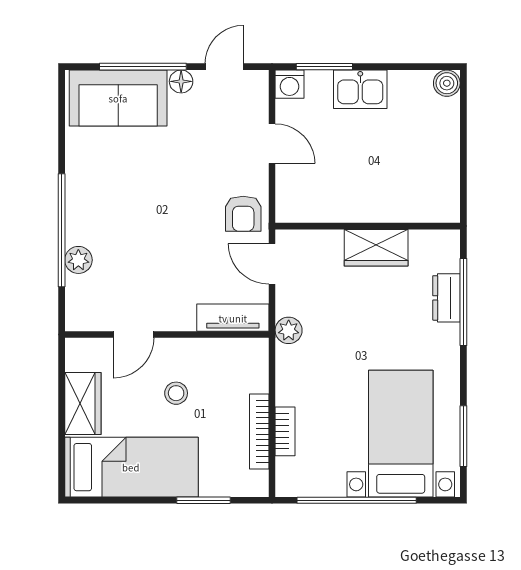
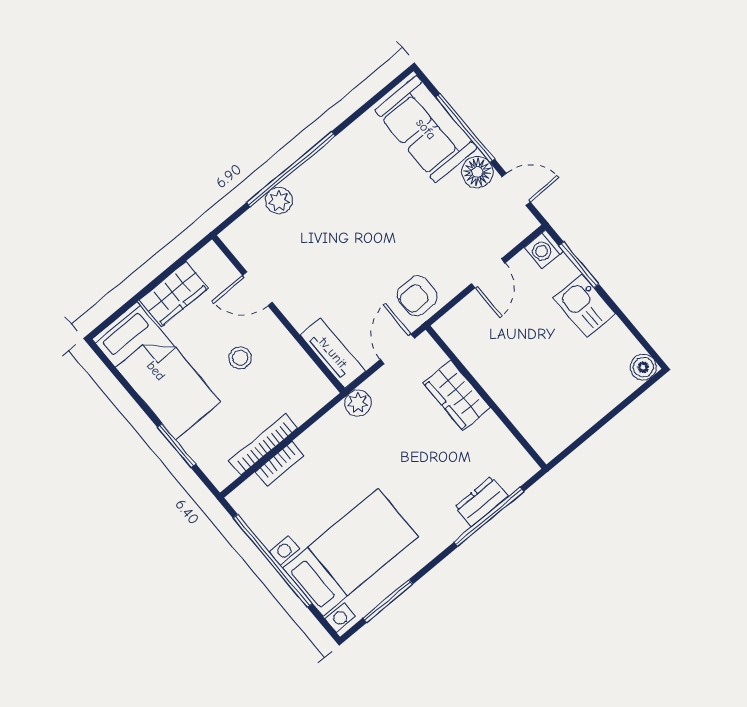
floor lamp: (181, 81) -> (477, 172), width x1.37, depth x1.37
wardrobe: (376, 248) -> (457, 396), moved

